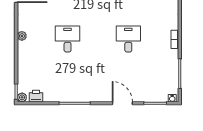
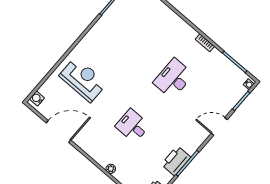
plant: (22, 36) -> (111, 169), moved
desk: (128, 39) -> (173, 79), width x1.37
printer: (69, 93) -> (176, 161), added

